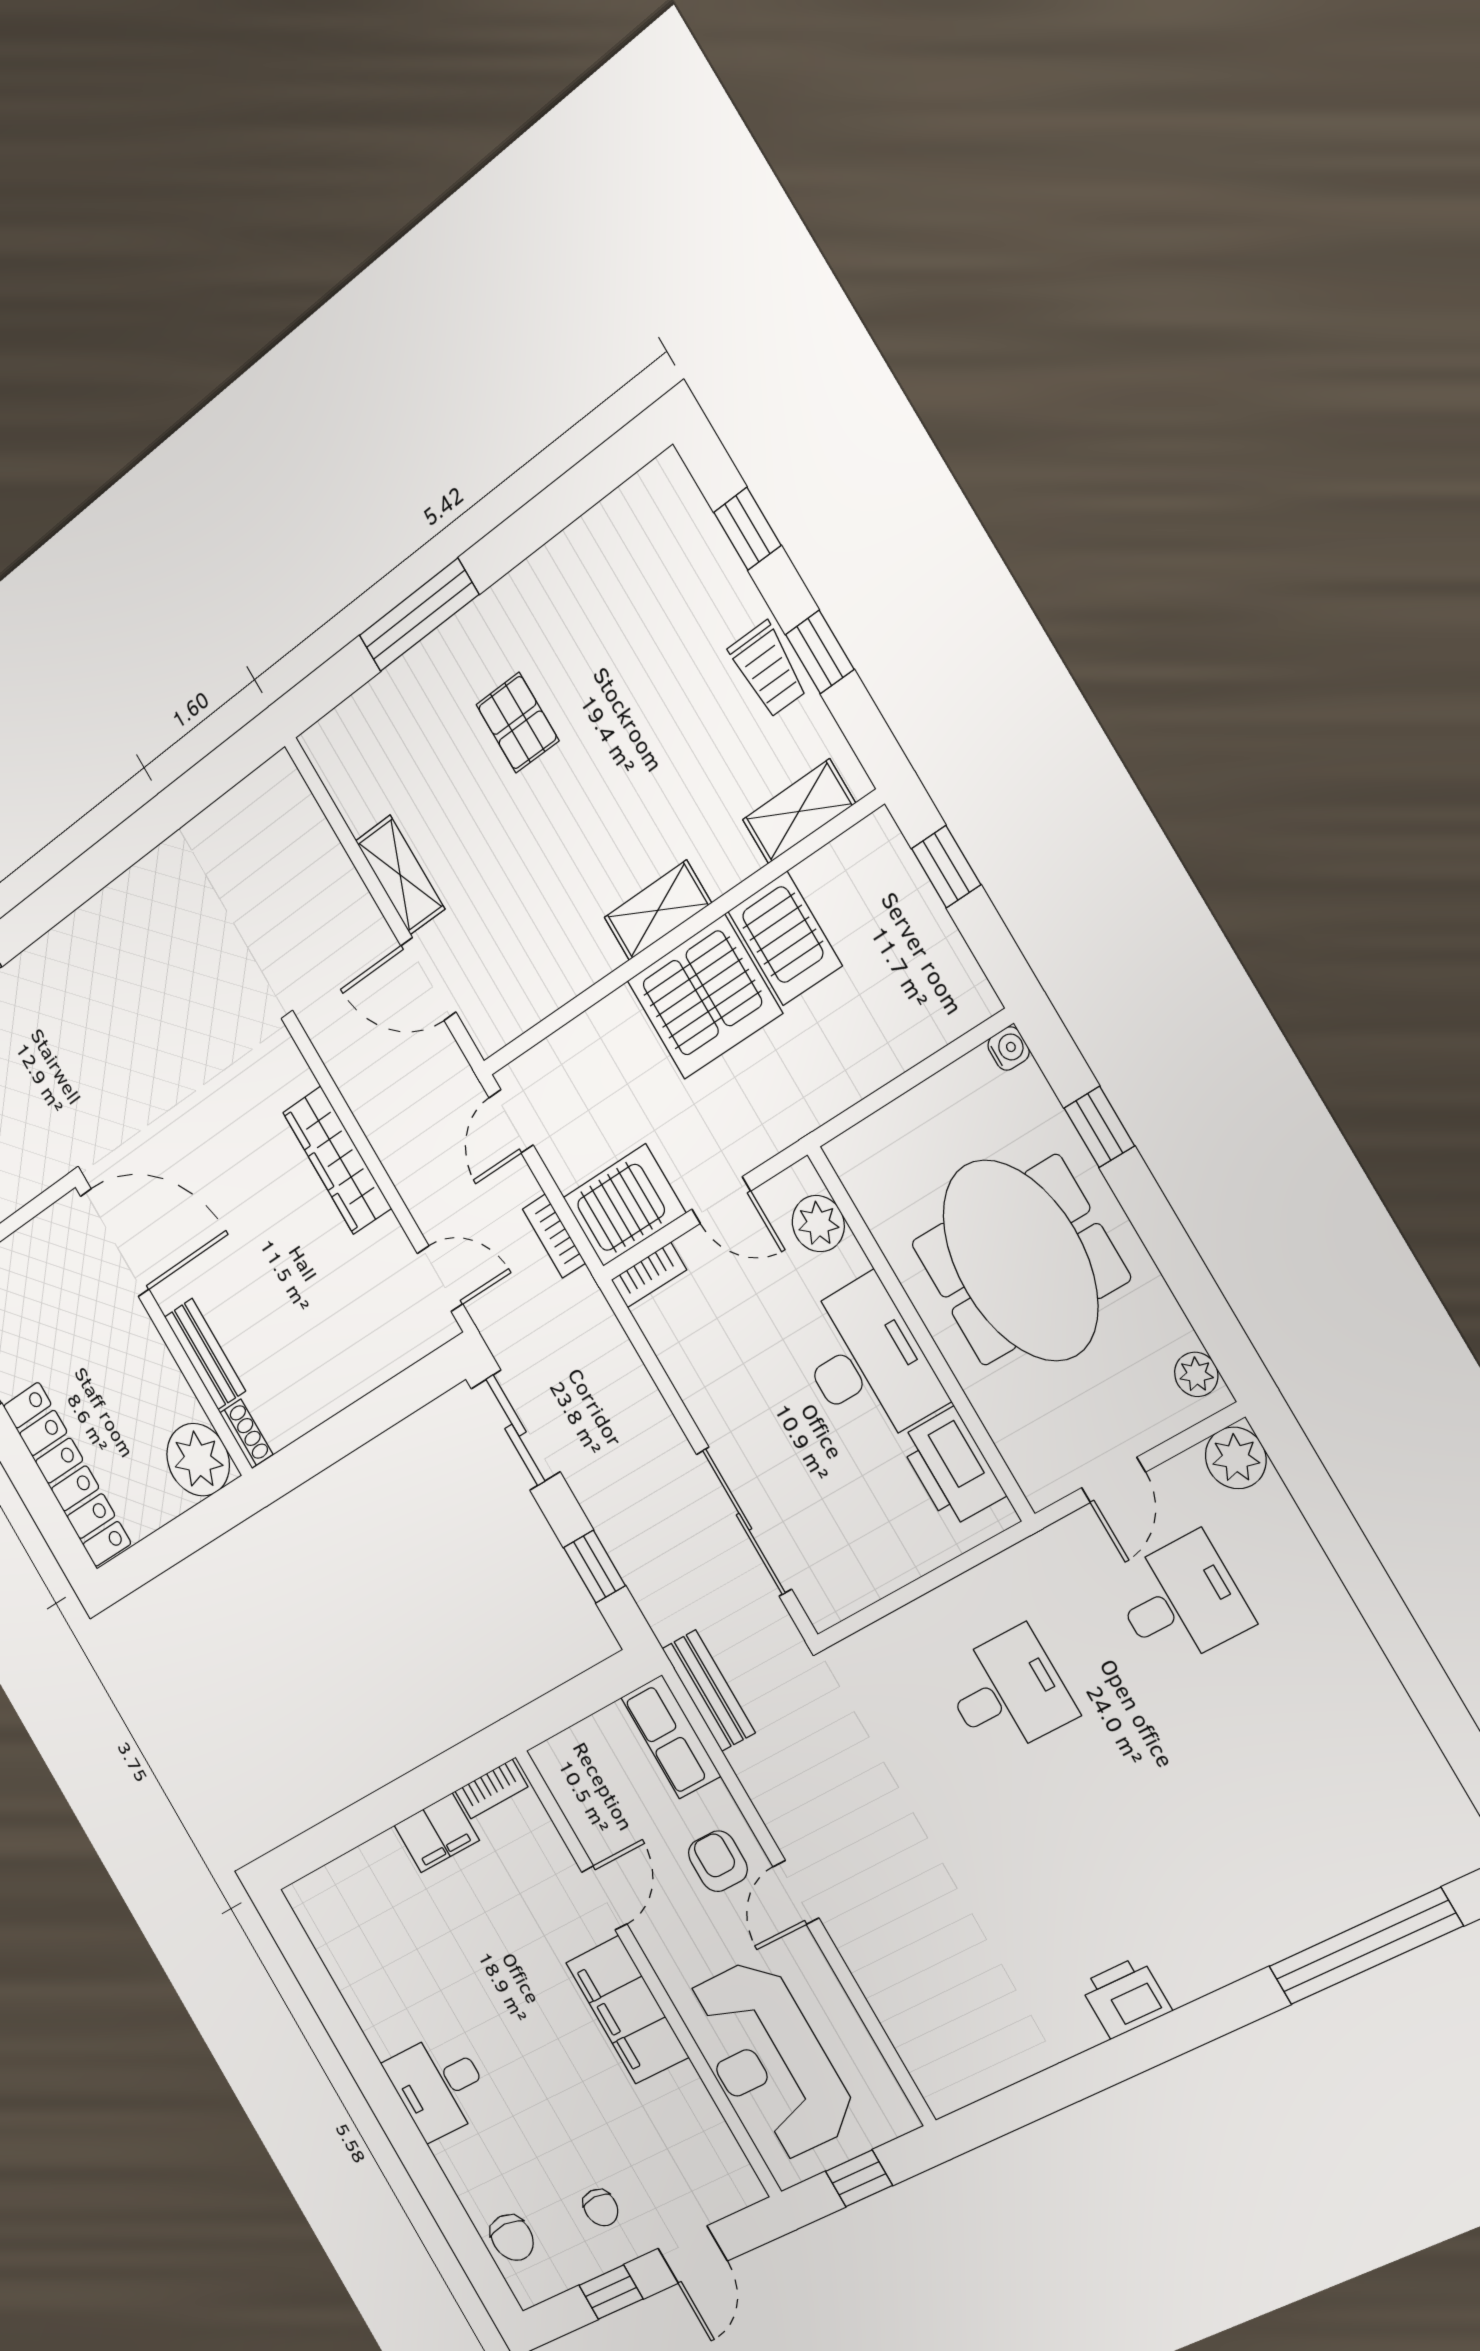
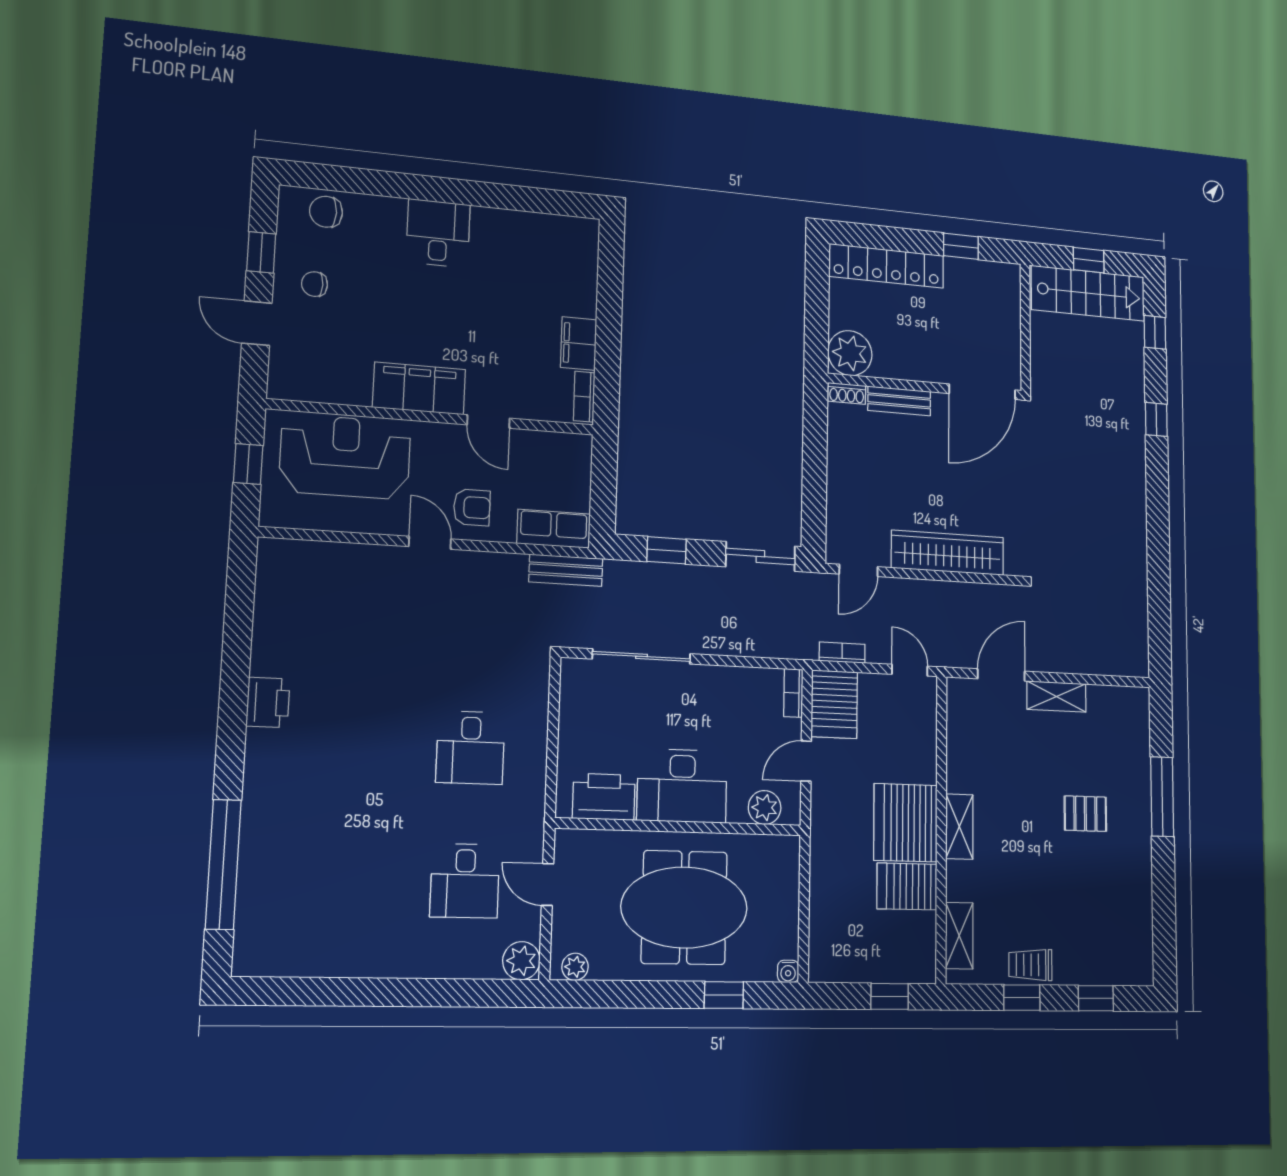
wardrobe: (337, 1160) -> (948, 553), width x1.40, depth x1.17

